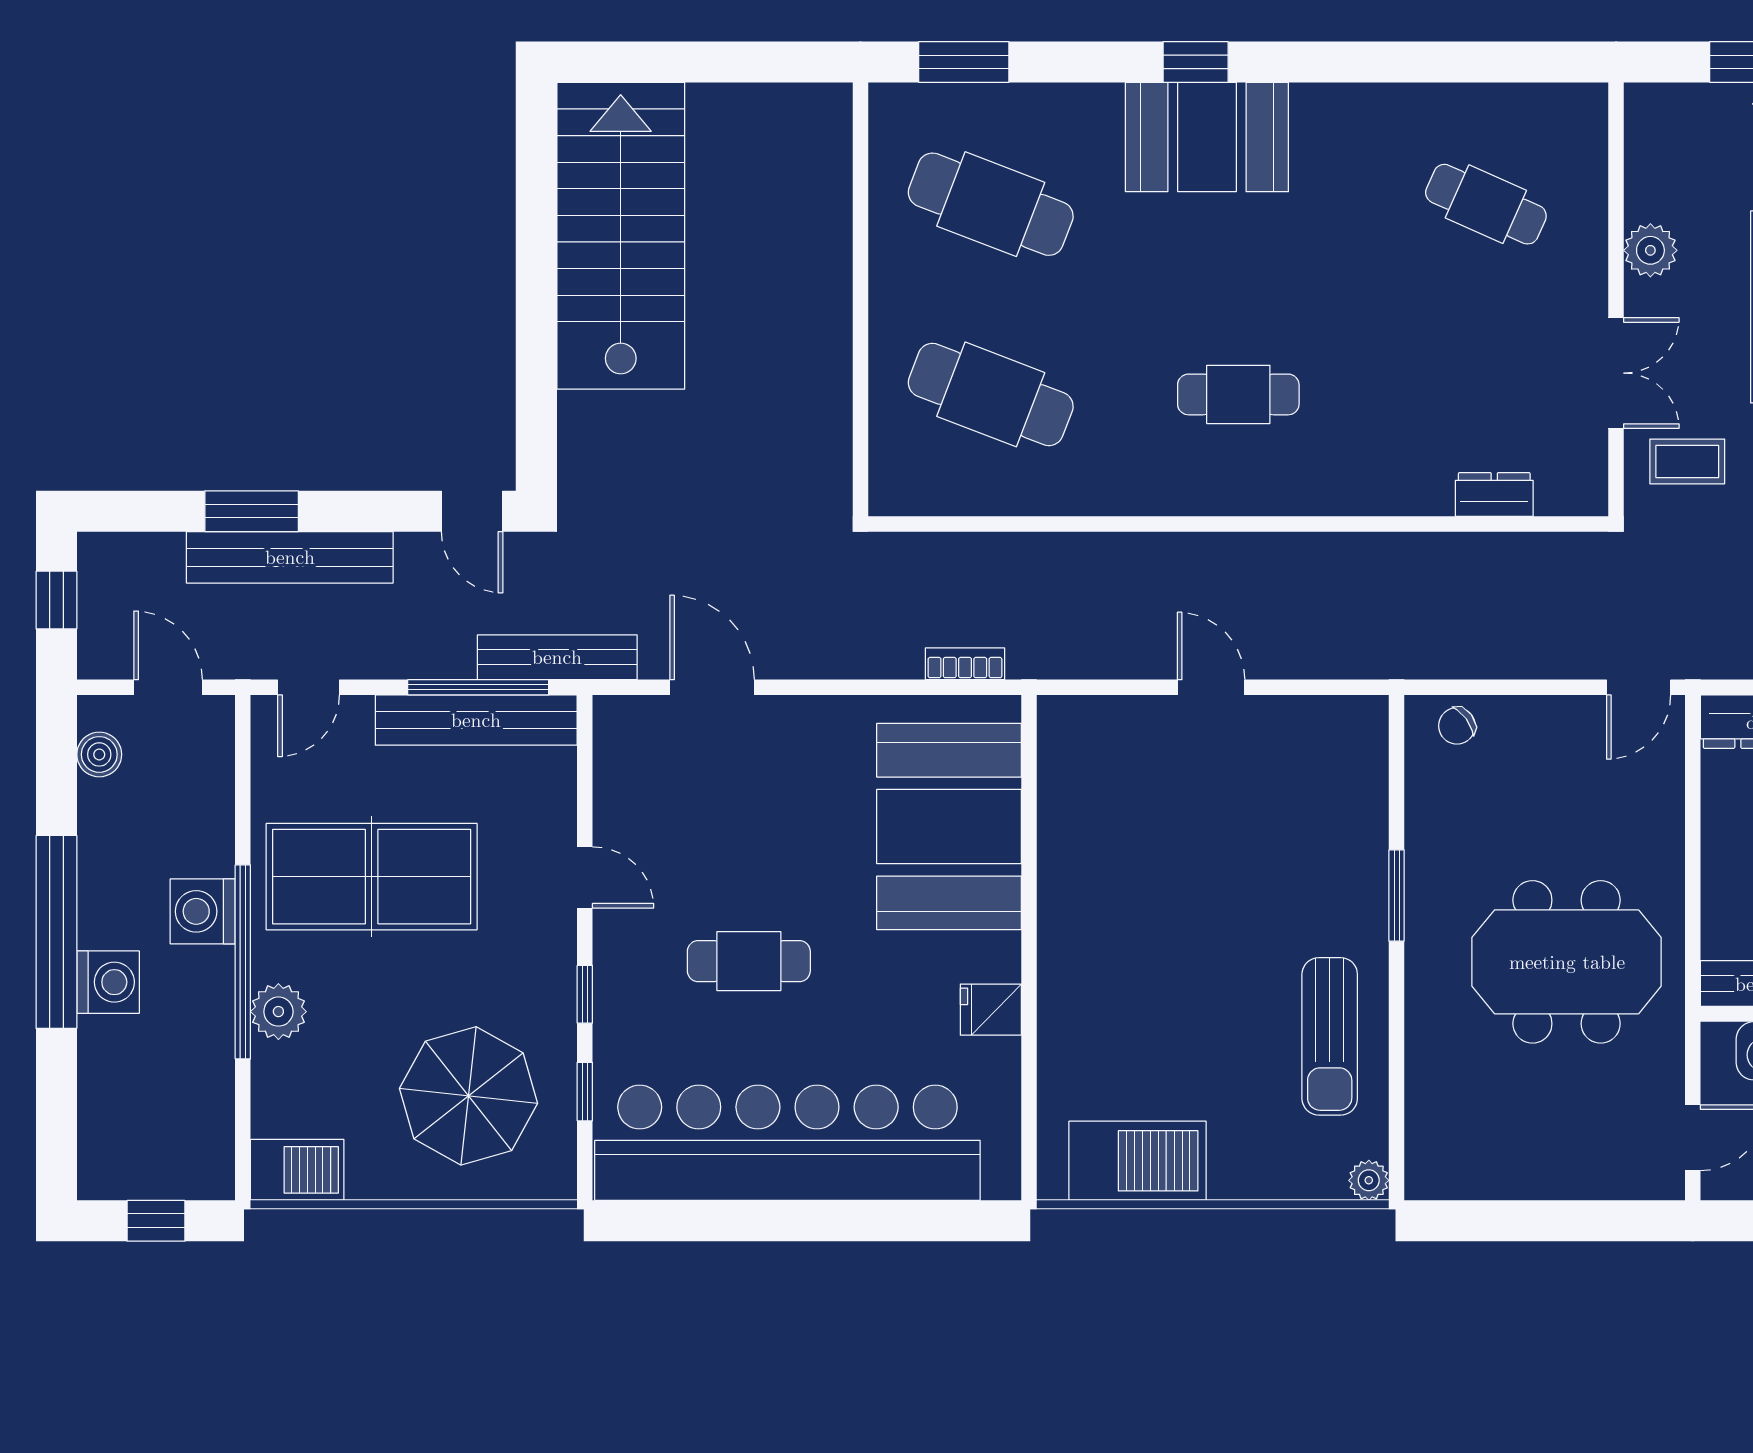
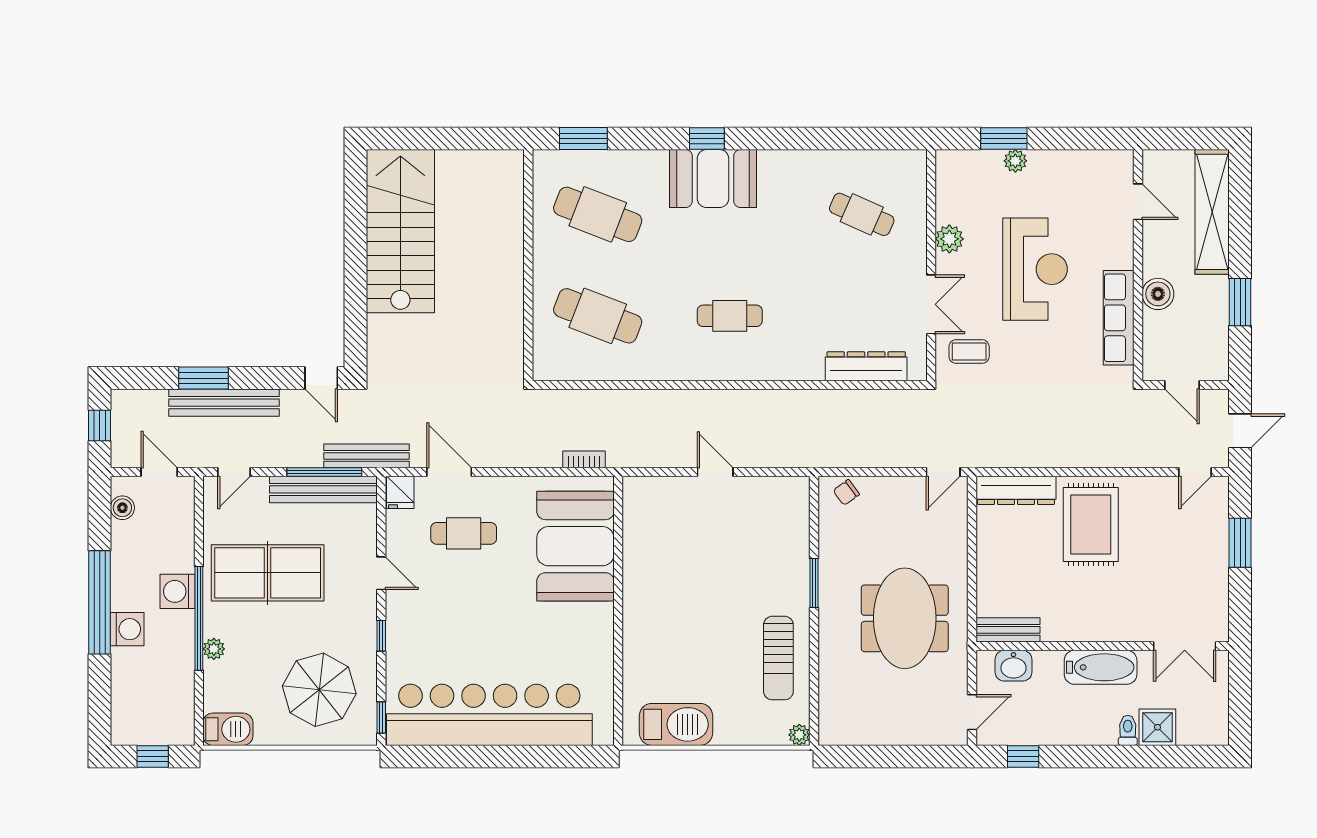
dresser: (1494, 494) -> (866, 366), width x1.96, depth x1.24
cafe table: (749, 961) -> (464, 533), moved
meeting table: (1567, 962) -> (905, 618), turned 90
fridge: (991, 1010) -> (400, 492), moved, turned -90
plant: (278, 1012) -> (214, 649), width x0.73, depth x0.73
window: (585, 1092) -> (381, 717), moved

